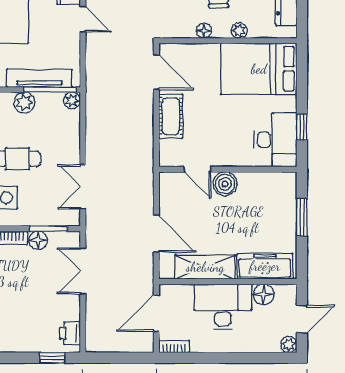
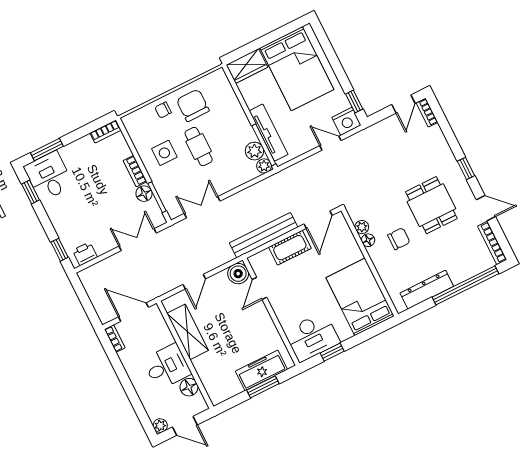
door: (83, 19) -> (330, 143), swing flipped
plant: (239, 30) -> (362, 227), moved
plant: (24, 103) -> (254, 151), moved
bench: (144, 137) -> (264, 235), added
boiler: (225, 184) -> (238, 274), moved
door: (156, 234) -> (194, 282), width x0.73
freezer: (265, 266) -> (261, 370), moved, turned -90
desk: (223, 307) -> (167, 367), width x0.73

